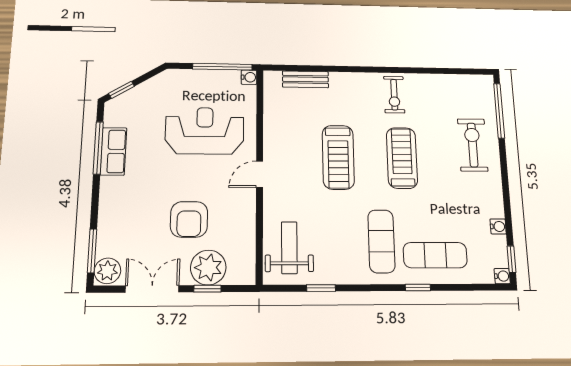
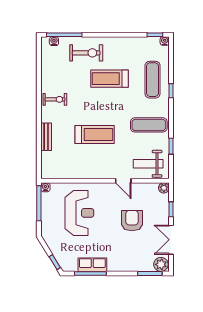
bench: (305, 79) -> (46, 137), moved
reception desk: (205, 131) -> (79, 213), turned 180
exercise bike: (473, 145) -> (86, 53), turned 180
treadmill: (402, 158) -> (109, 79), moved
door: (260, 174) -> (123, 181), moved
armchair: (189, 219) -> (132, 221), turned -90
water cooler: (498, 226) -> (54, 41), moved
exercise mat: (381, 241) -> (149, 125), moved
plant: (208, 267) -> (164, 188), moved, width x0.53, depth x0.53

